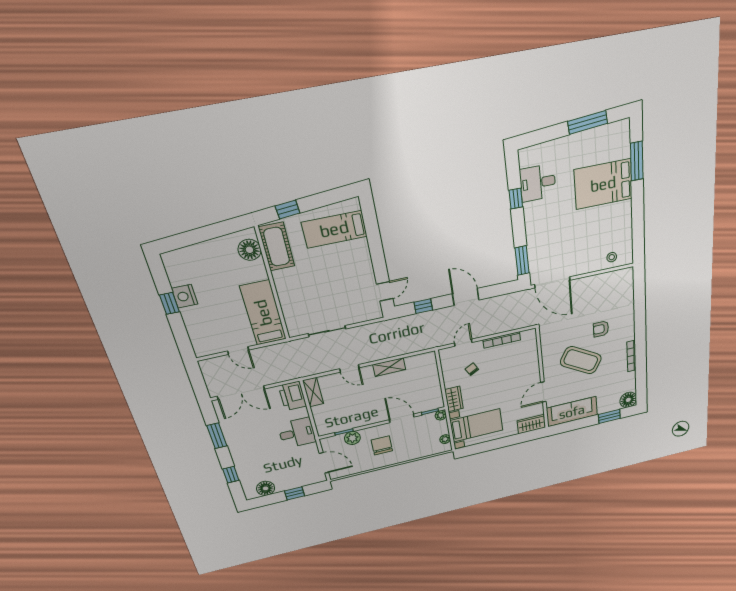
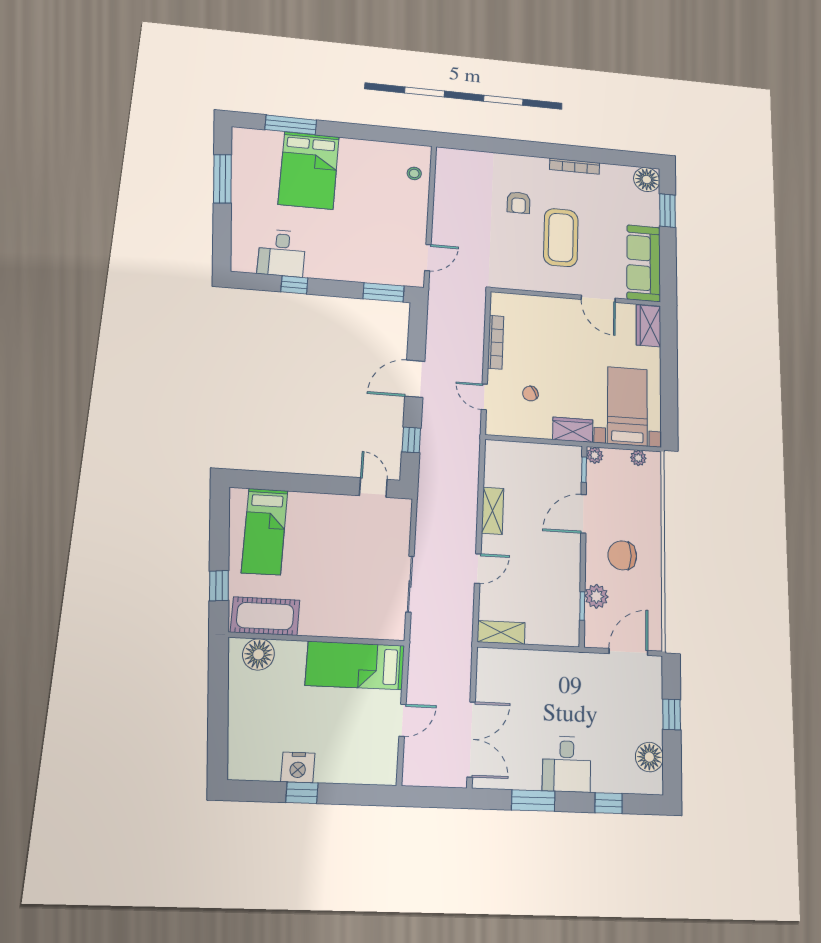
door: (552, 282) -> (428, 258), width x0.53
coffee table: (581, 360) -> (561, 237), turned -30
printer: (293, 396) -> (499, 665), removed
desk: (297, 433) -> (567, 764), moved, turned 180

